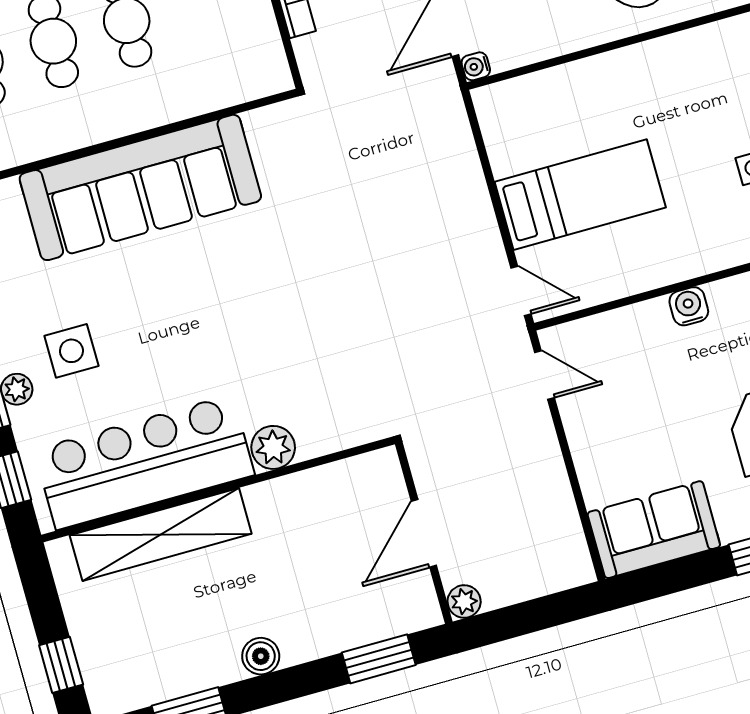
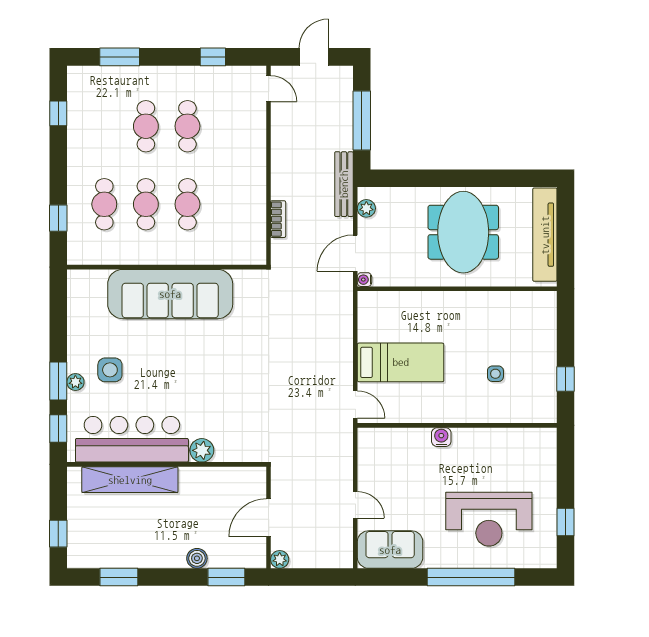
door: (544, 375) -> (355, 505), moved
boiler: (261, 656) -> (197, 558), moved

